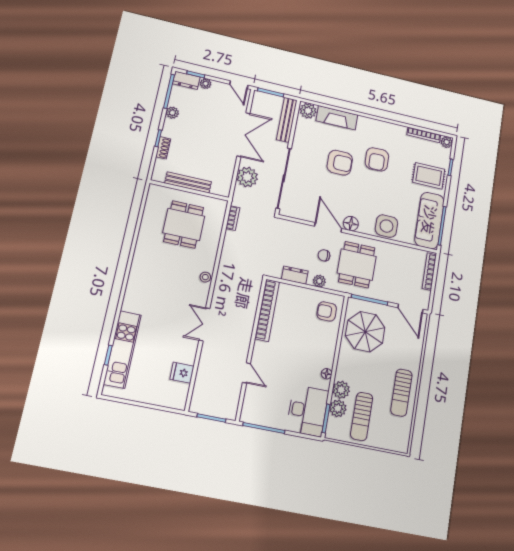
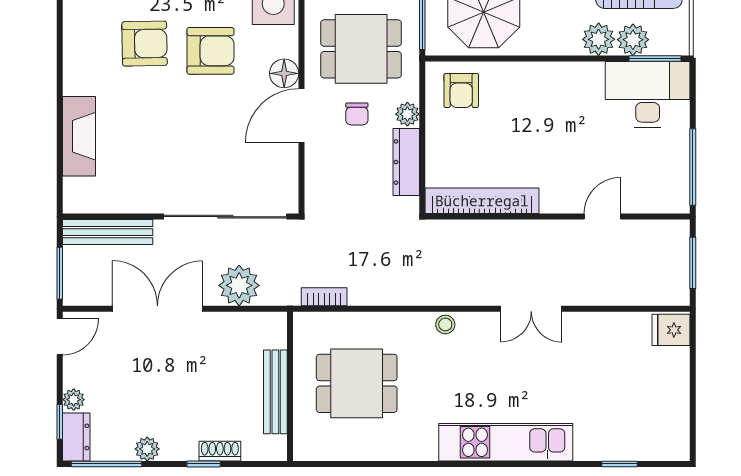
plant: (308, 111) -> (79, 195), removed
armchair: (340, 163) -> (211, 51), moved, turned 90
dresser: (295, 275) -> (406, 162), width x1.44
kitchen unit: (122, 349) -> (506, 442), moved
fridge: (182, 373) -> (671, 330), moved, turned 90
floor lamp: (327, 374) -> (575, 71), removed

